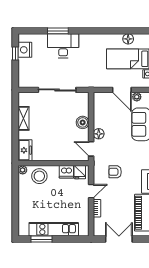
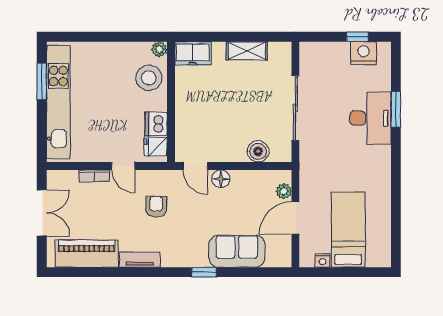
floor lamp: (128, 39) -> (382, 229), removed
plant: (137, 97) -> (284, 191), moved
boiler: (83, 122) -> (258, 151), moved
door: (91, 149) -> (195, 166), swing flipped
kitchen unit: (54, 229) -> (58, 102), width x1.36

